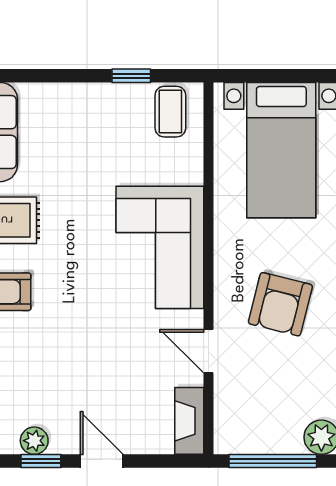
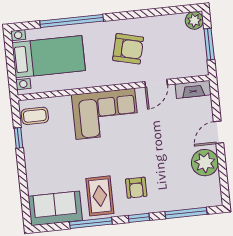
plant: (34, 441) -> (205, 163), width x1.88, depth x1.88
window: (41, 461) -> (222, 164), removed
window: (273, 461) -> (209, 44), width x0.69

